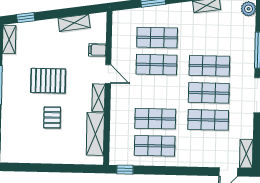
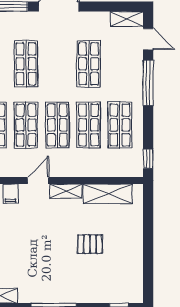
pallet: (48, 81) -> (47, 250), removed
shop shelf: (209, 93) -> (57, 125), moved
window: (191, 171) -> (148, 83), added

